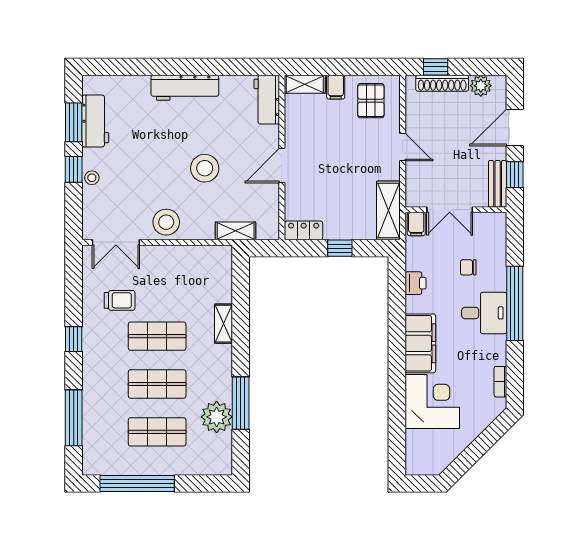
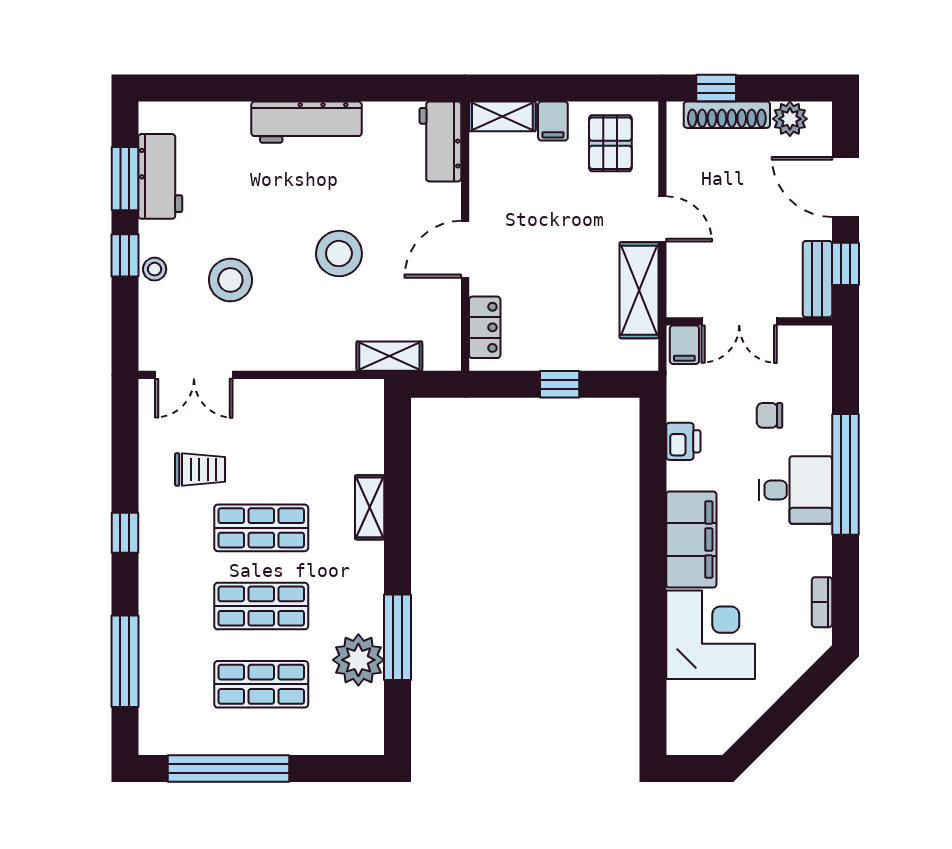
door: (515, 127) -> (845, 187), hinge flipped
shelving: (388, 210) -> (639, 290), moved
stool: (166, 222) -> (230, 280), moved
locker: (304, 230) -> (485, 327), moved, turned 90

